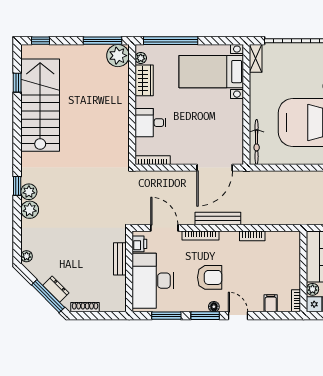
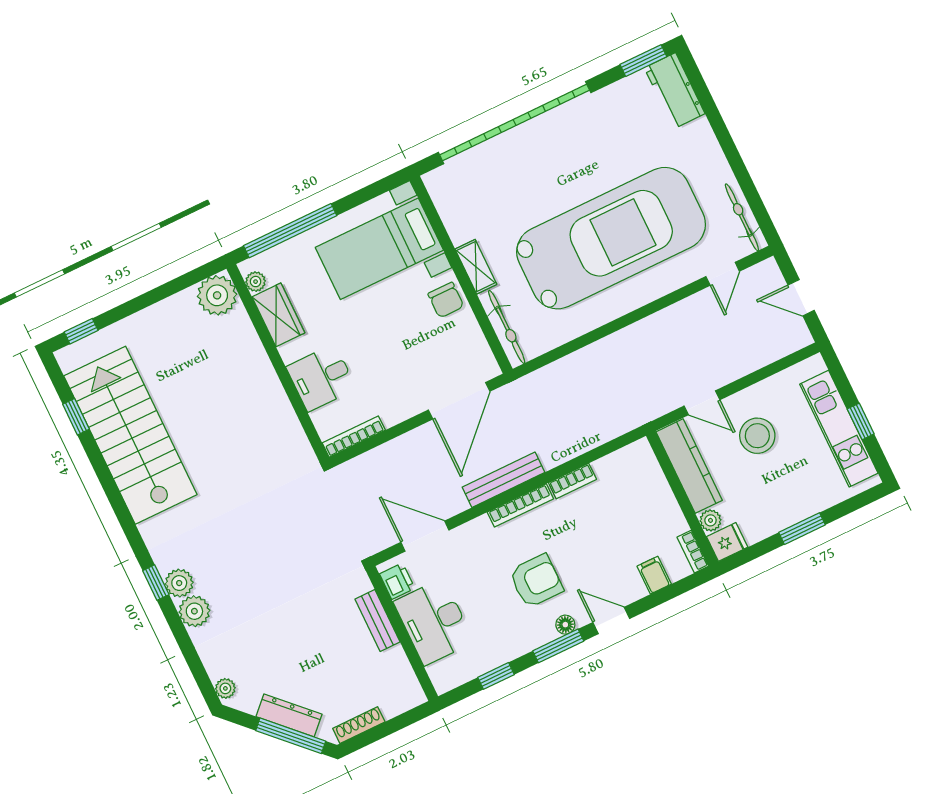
window: (102, 41) -> (181, 283), removed
shelving: (256, 58) -> (476, 267), moved
chair: (232, 114) -> (446, 300), added
bookcase: (201, 236) -> (520, 505), moved
desk: (153, 281) -> (434, 622), width x0.73, depth x0.77
dresser: (56, 289) -> (289, 715), width x1.44
window: (166, 316) -> (496, 676), width x0.67

